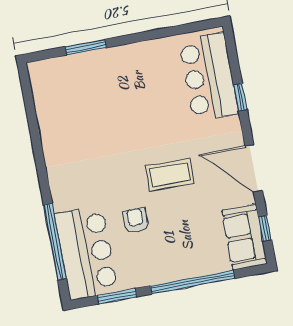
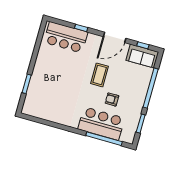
bar counter: (86, 253) -> (101, 124), moved

